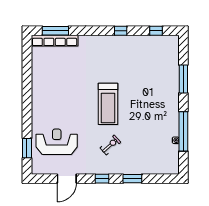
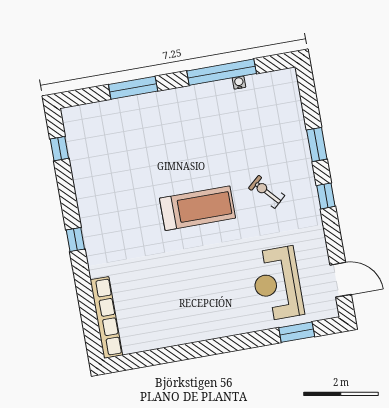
window: (55, 31) -> (89, 319), removed
window: (121, 31) -> (75, 239), moved
door: (67, 179) -> (341, 280), moved

